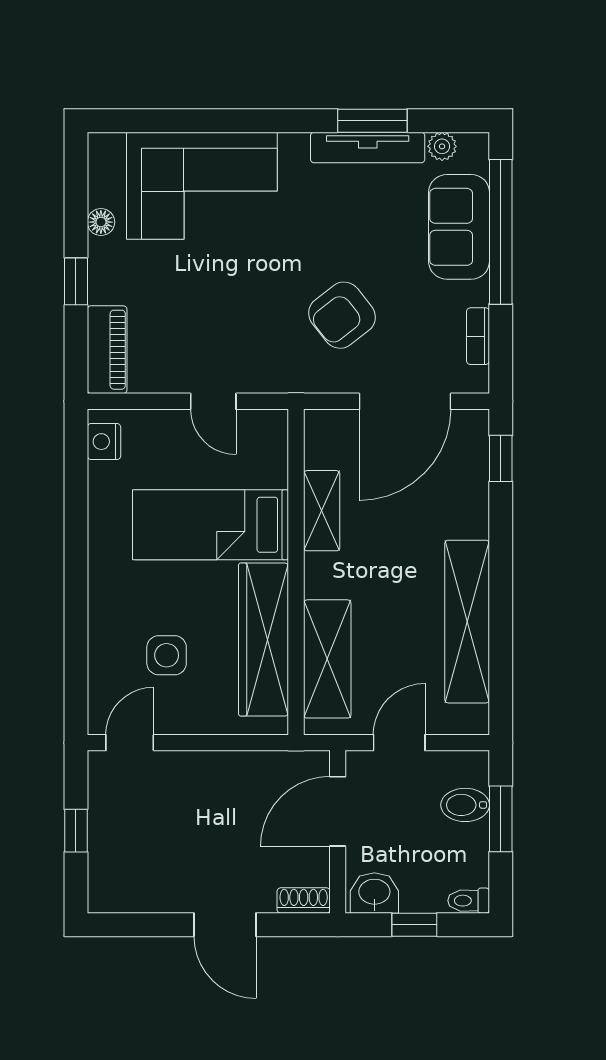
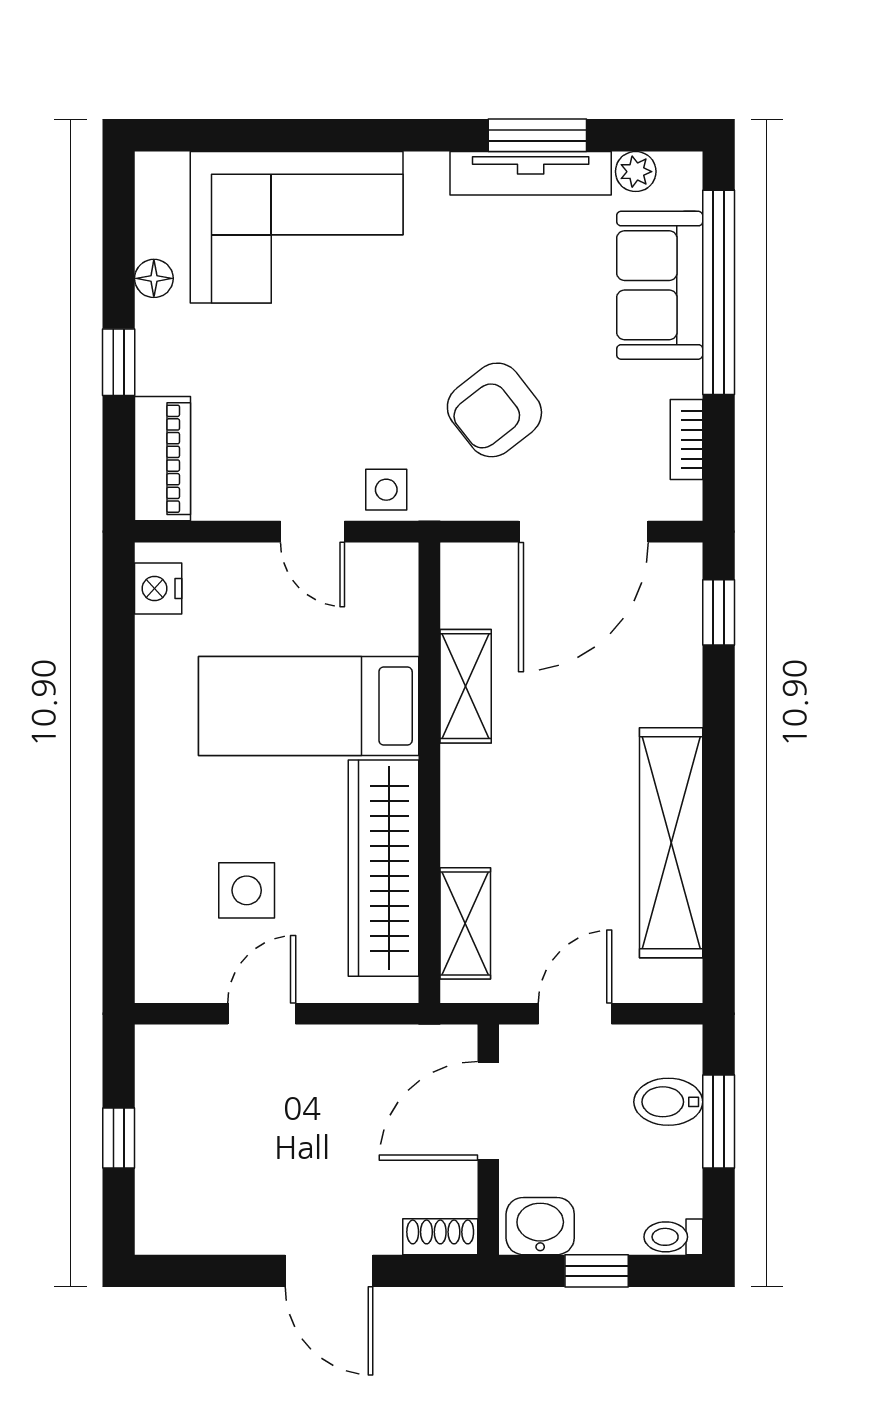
side table: (265, 372) -> (386, 490), added
shelving: (327, 659) -> (465, 923), width x0.67, depth x0.75
door: (130, 743) -> (262, 1014), moved

